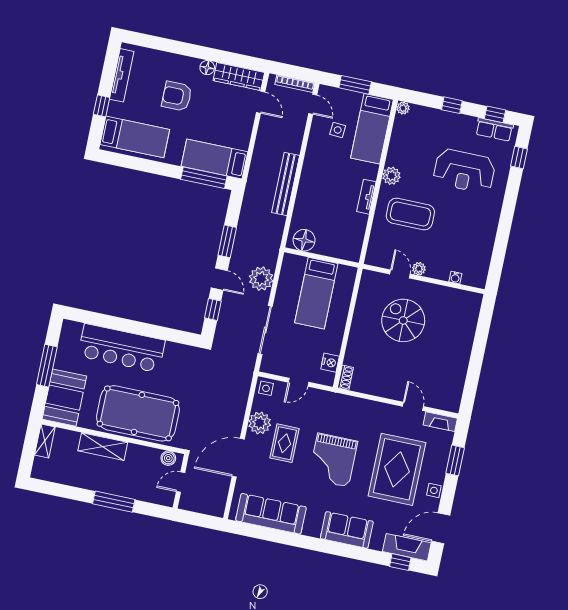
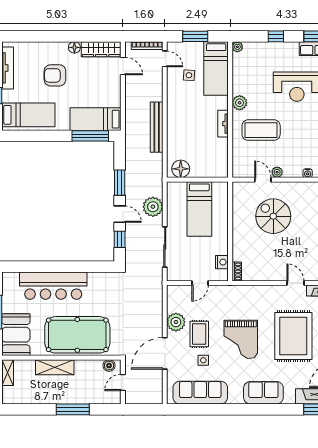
side table: (266, 388) -> (203, 360), moved

